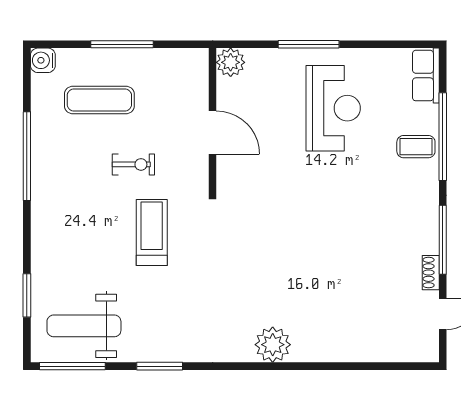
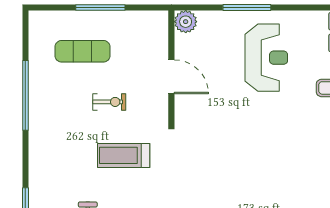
water cooler: (43, 60) -> (38, 20), removed
treadmill: (152, 232) -> (124, 155), turned -90

